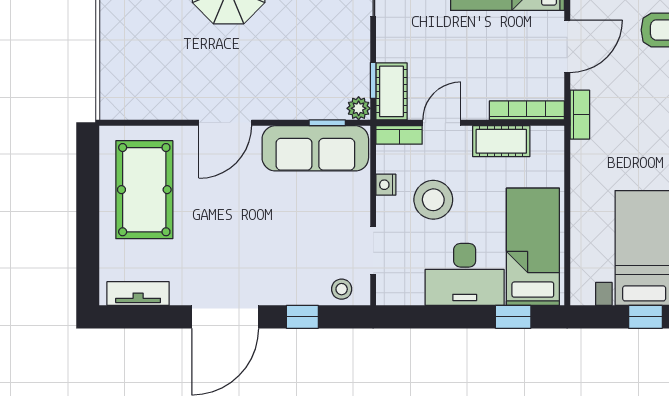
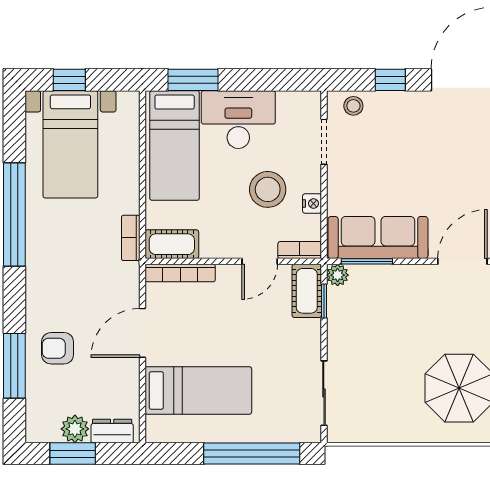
bookcase: (580, 115) -> (131, 238), moved
window: (327, 123) -> (367, 261), width x1.50
cot: (501, 141) -> (172, 244), moved
window: (513, 317) -> (193, 80), width x1.50

